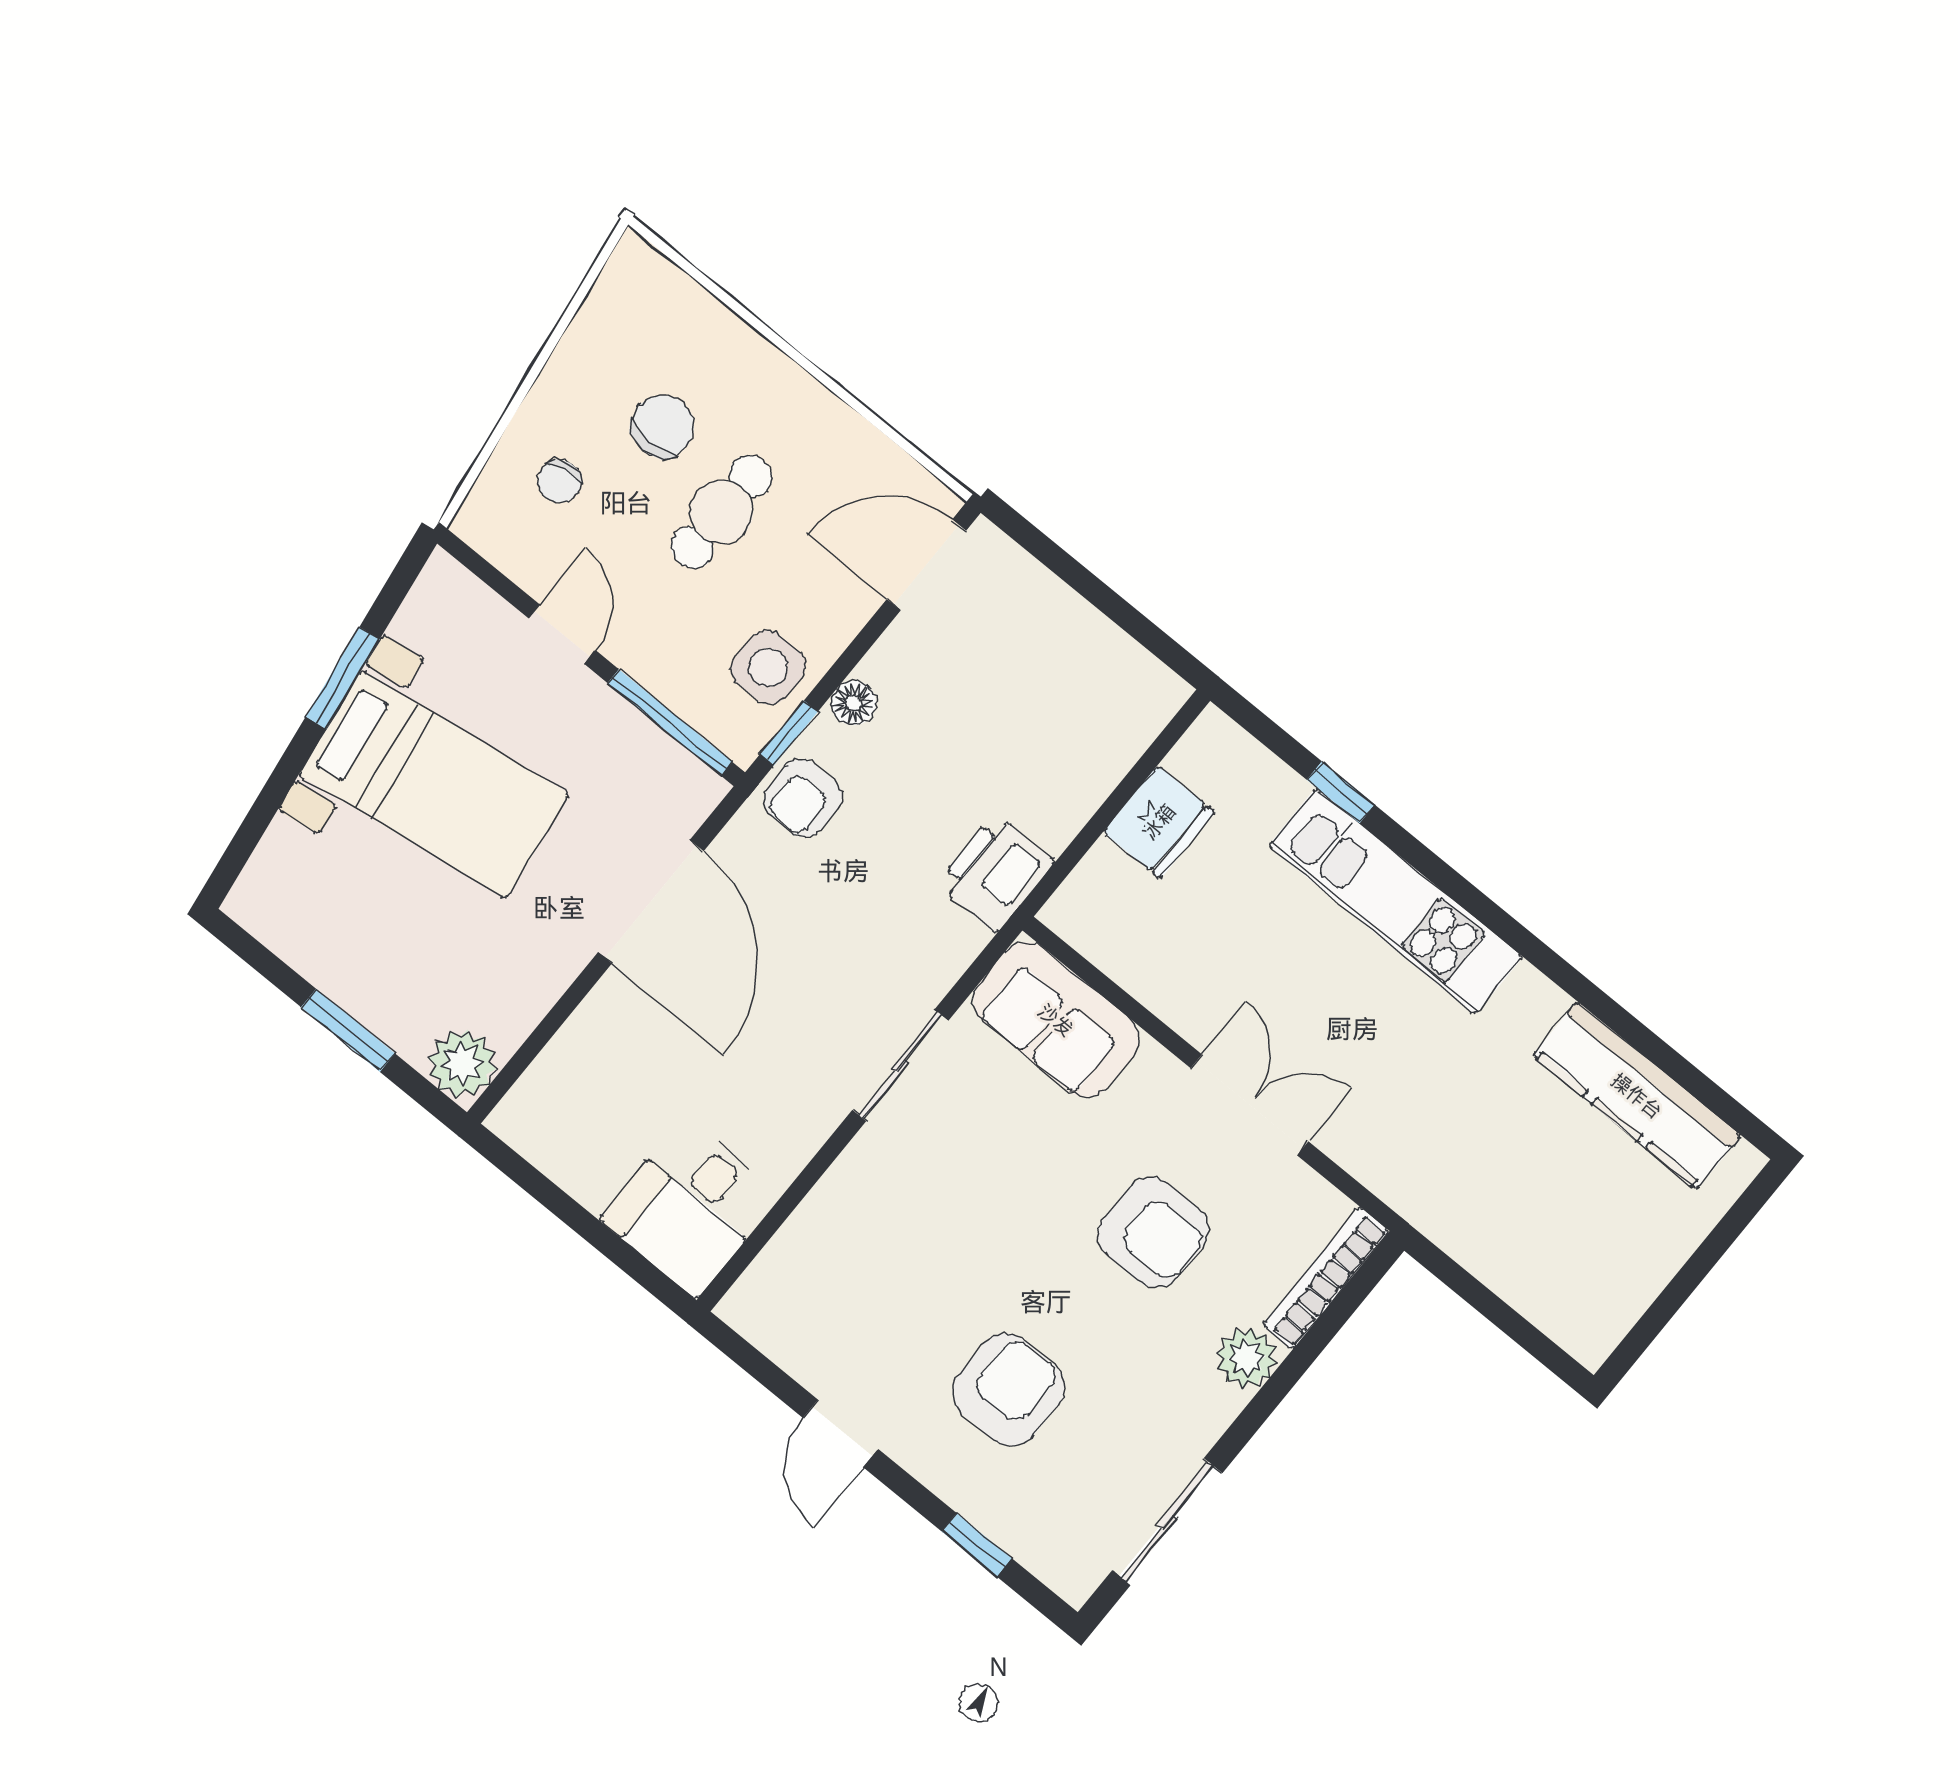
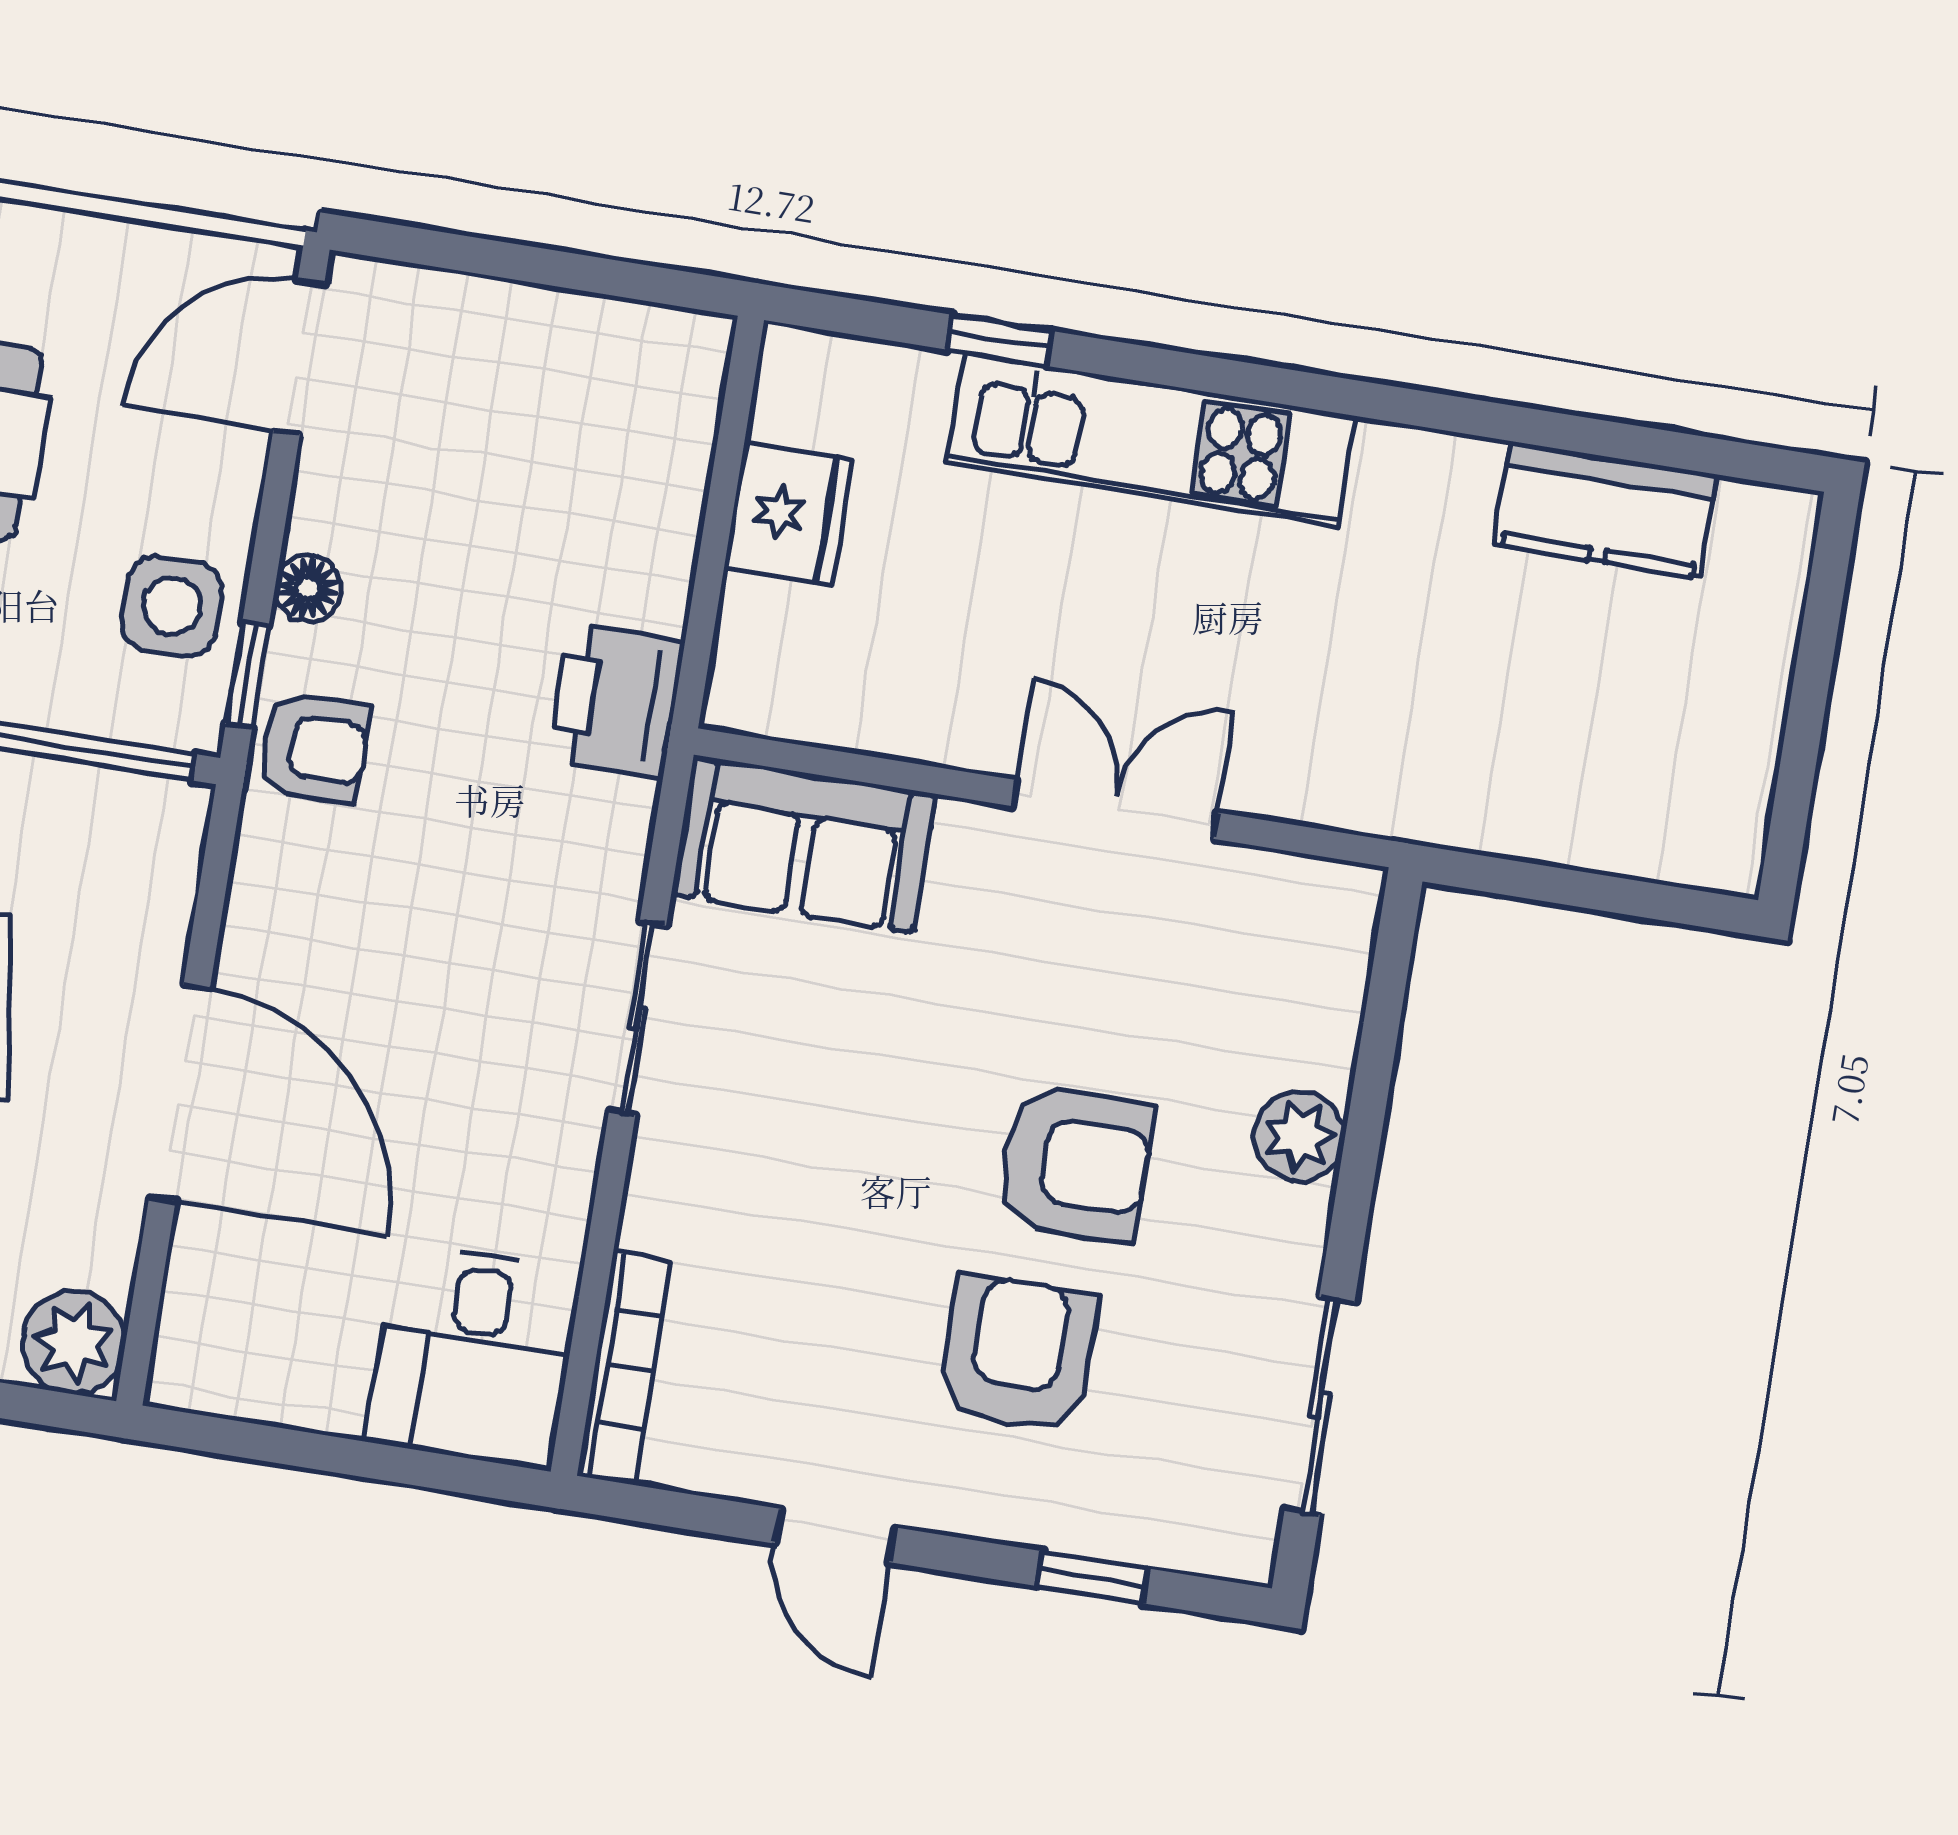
armchair: (803, 798) -> (314, 748), turned -90
door: (651, 902) -> (180, 1093), moved
kitchen counter: (1637, 1096) -> (1605, 509), width x0.67
armchair: (1153, 1232) -> (1075, 1163), moved
bookcase: (1326, 1278) -> (624, 1368), moved, turned 180

